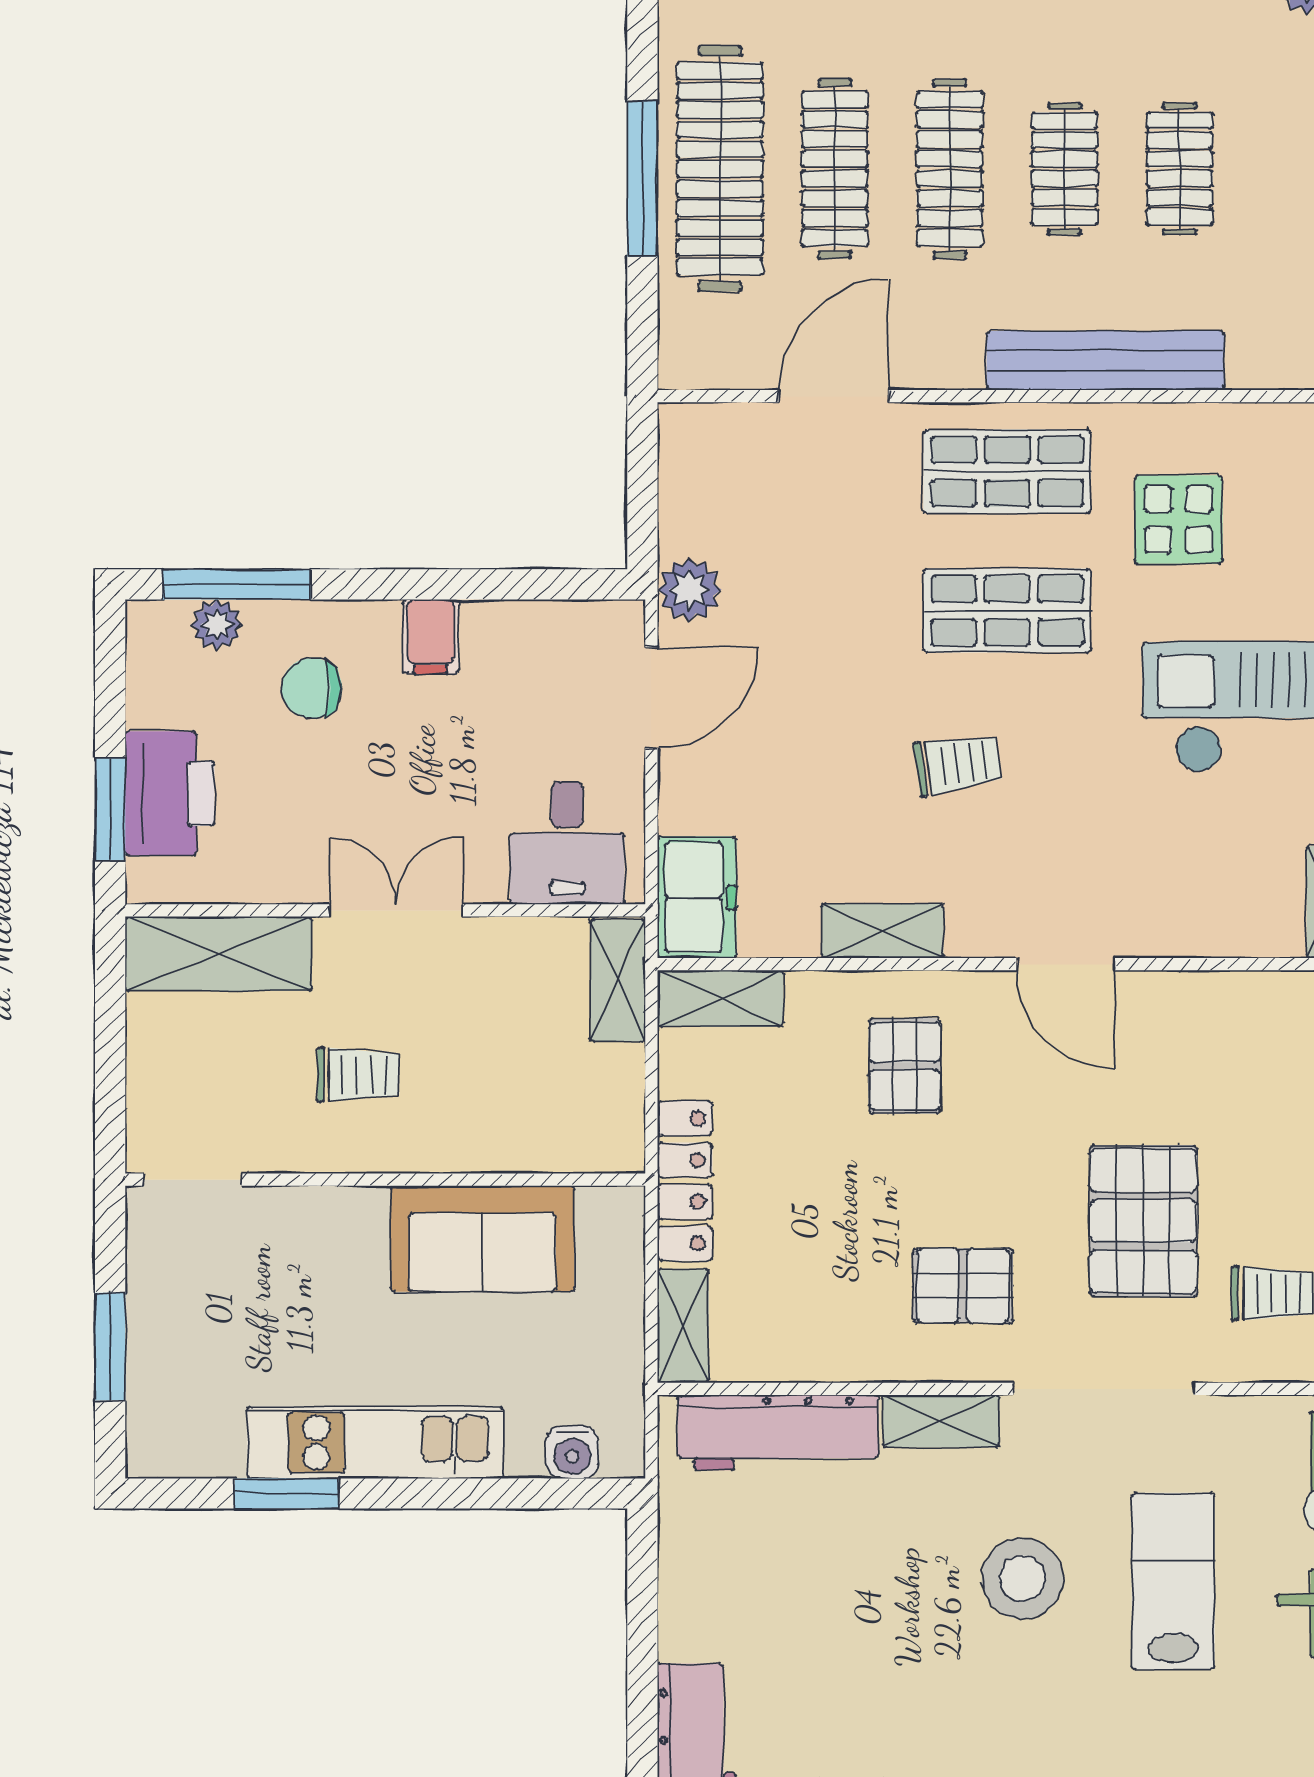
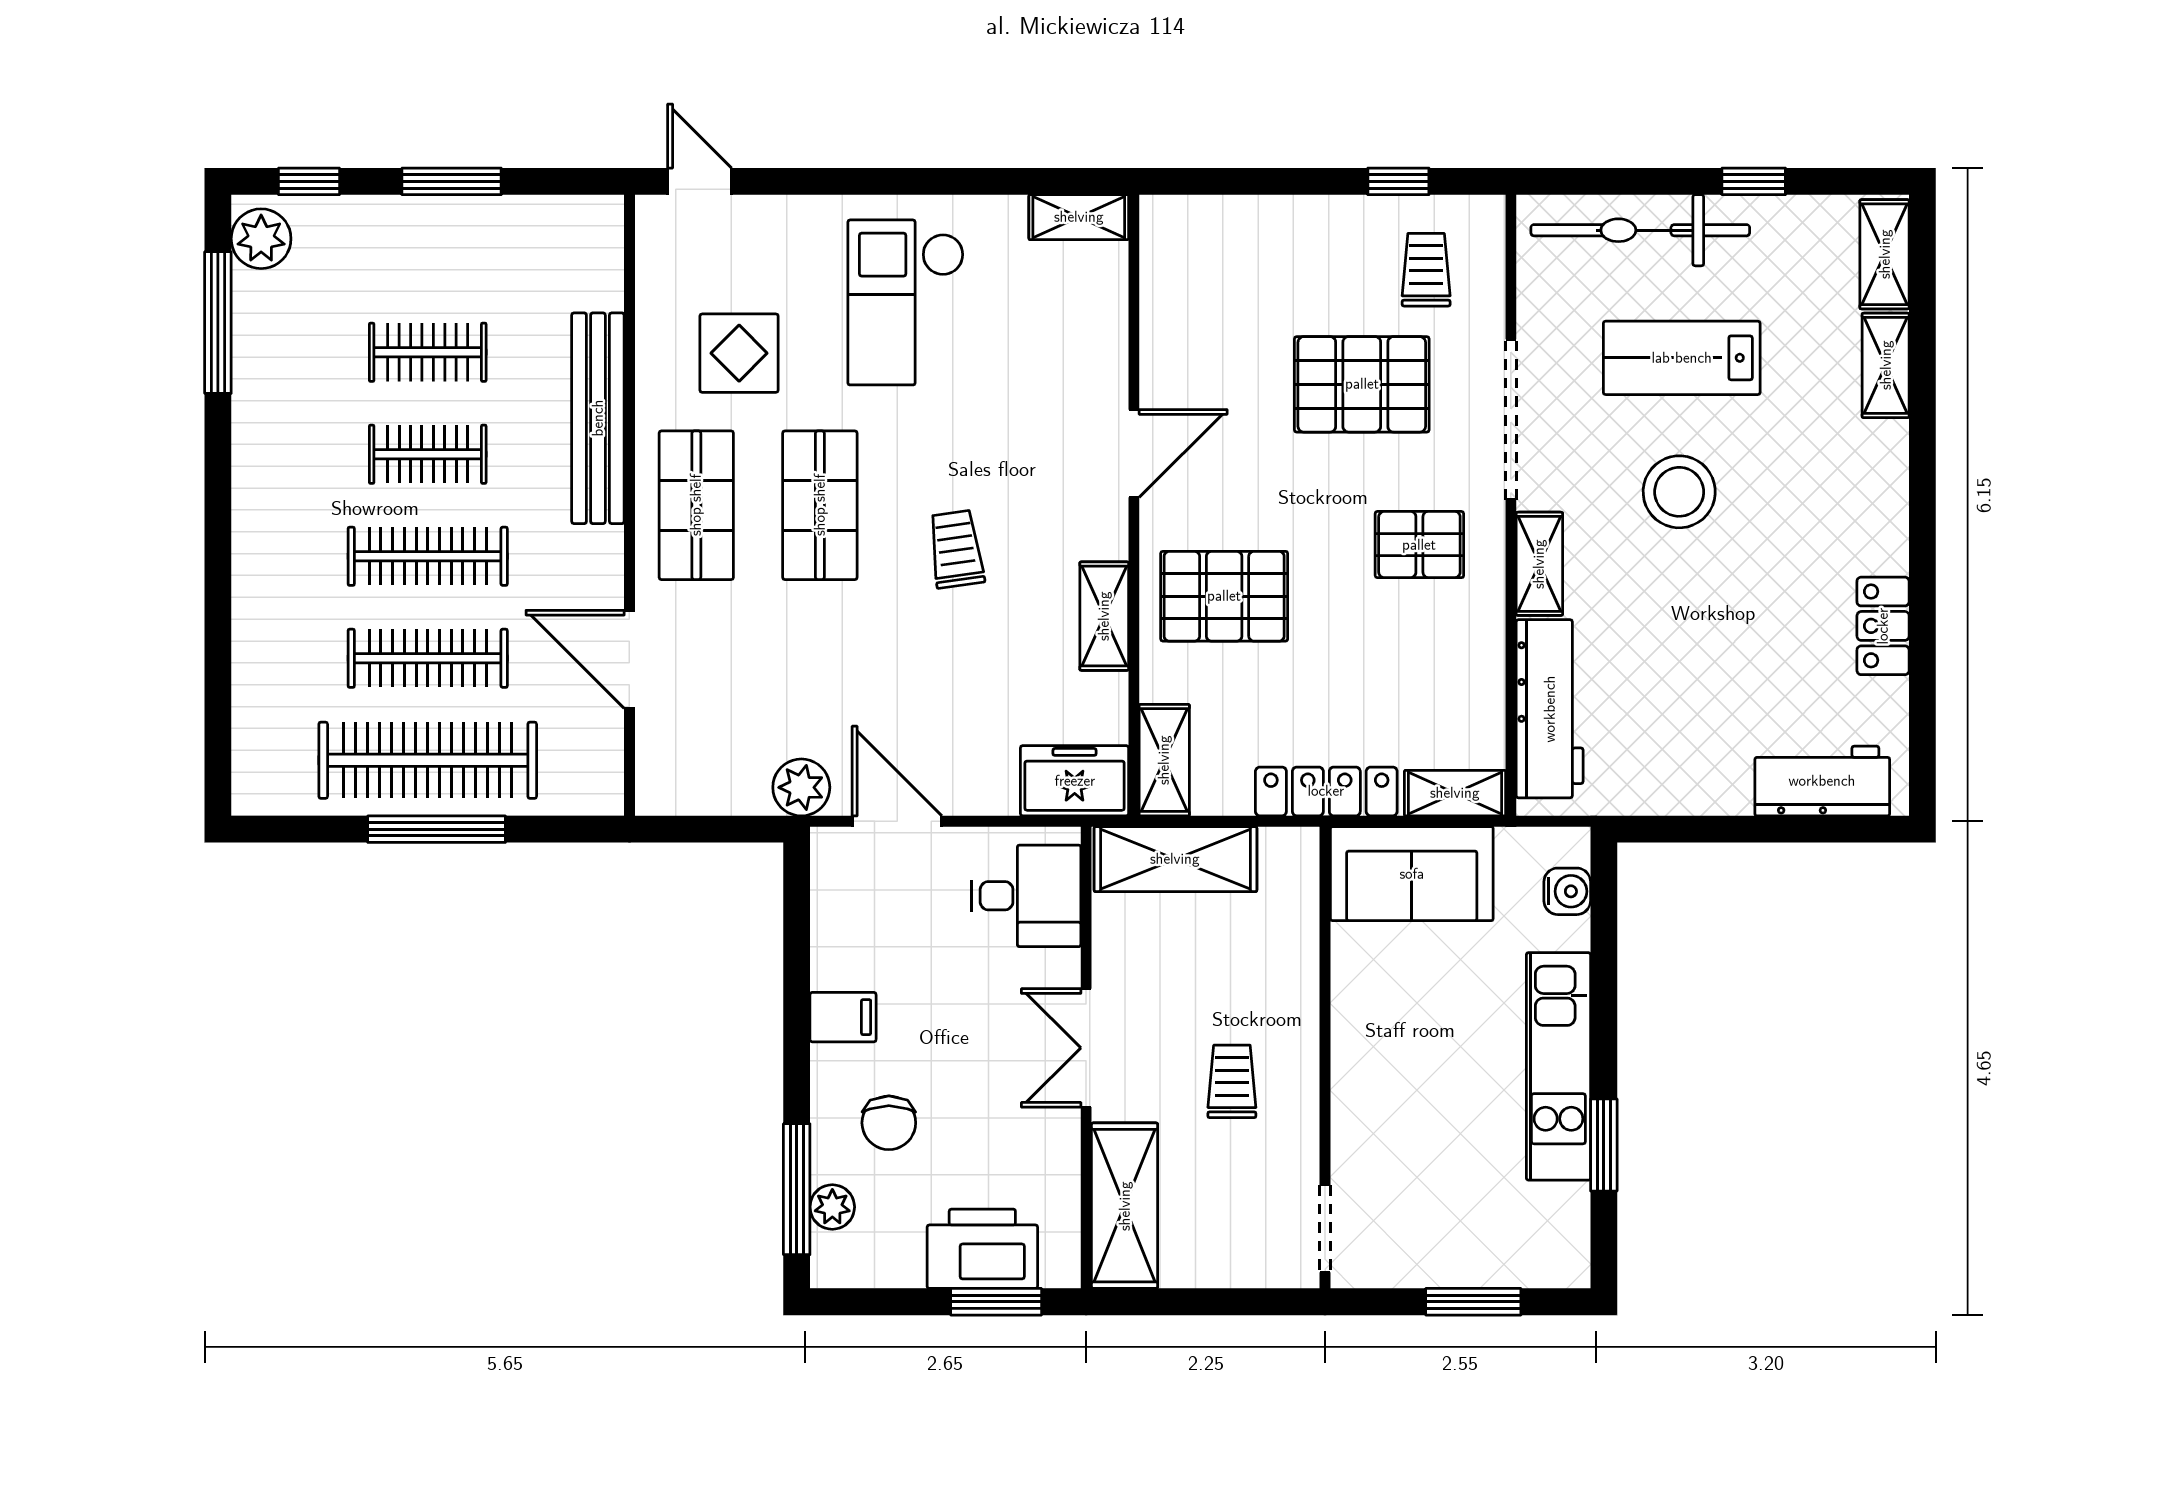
shelving: (618, 981) -> (1175, 859), width x1.50, depth x1.33
pallet: (905, 1066) -> (1224, 596), width x1.50, depth x1.42
sofa: (482, 1239) -> (1412, 874), moved, turned 90
pallet: (963, 1286) -> (1419, 545), turned 90

